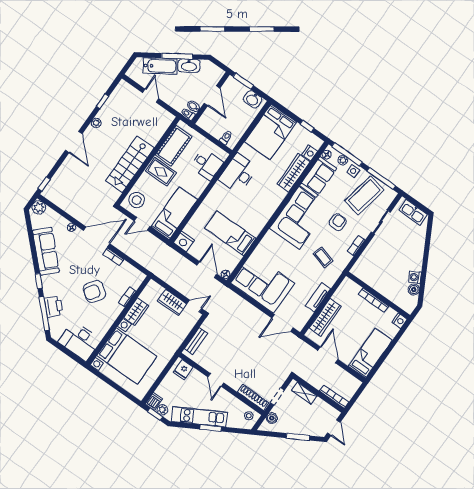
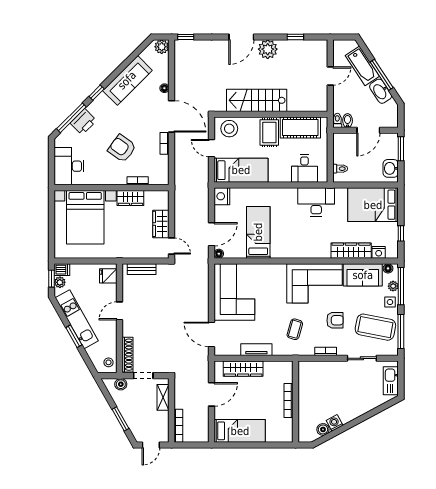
plant: (96, 123) -> (268, 49), width x1.88, depth x1.88
nightstand: (400, 321) -> (287, 436), removed

